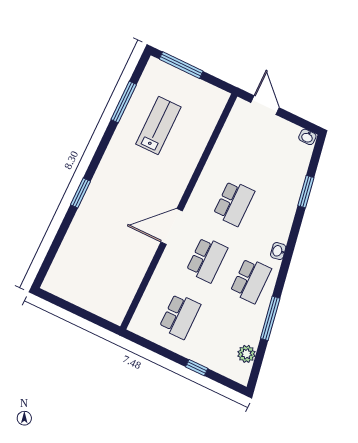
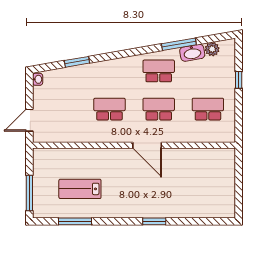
washbasin: (278, 251) -> (192, 53), moved, width x1.91, depth x1.45

